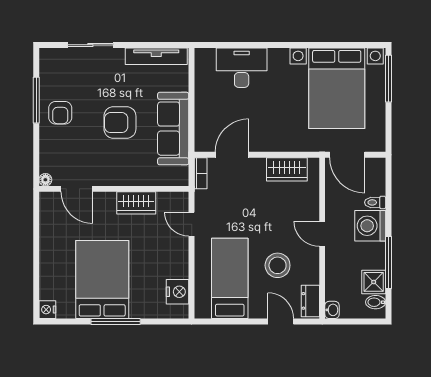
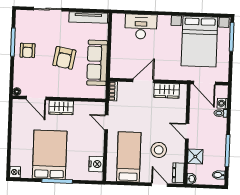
armchair: (120, 123) -> (64, 58), turned -80
door: (232, 155) -> (143, 81), moved
wardrobe: (136, 203) -> (61, 108), moved
washing machine: (370, 226) -> (222, 103), moved, width x0.53, depth x0.53
shower: (374, 282) -> (195, 157), moved

